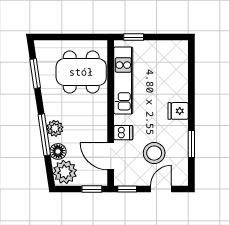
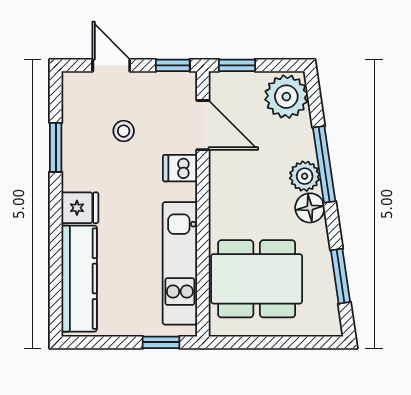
kitchen counter: (179, 72) -> (79, 279), added
floor lamp: (58, 151) -> (310, 208), moved
stool: (154, 153) -> (124, 131), width x0.53, depth x0.53
door: (161, 189) -> (111, 65), swing flipped

